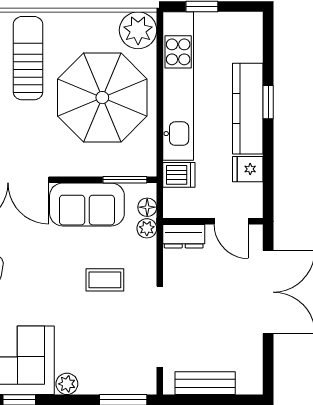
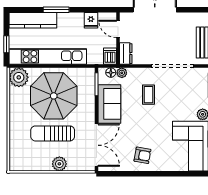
sun lounger: (28, 58) -> (53, 133), moved
window: (268, 102) -> (56, 10), width x1.50
kitchen counter: (248, 109) -> (33, 20), moved
dishwasher: (179, 175) -> (110, 56), moved
door: (231, 221) -> (118, 29), swing flipped

